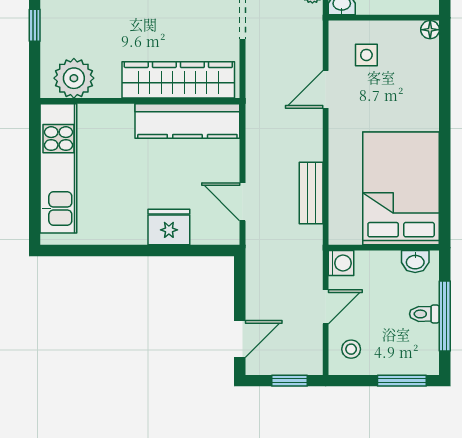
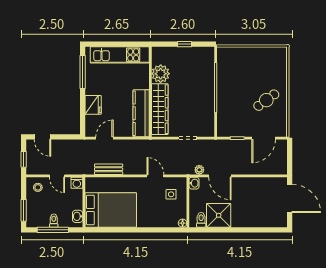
plant: (74, 78) -> (161, 74), moved
window: (96, 250) -> (83, 72), added

